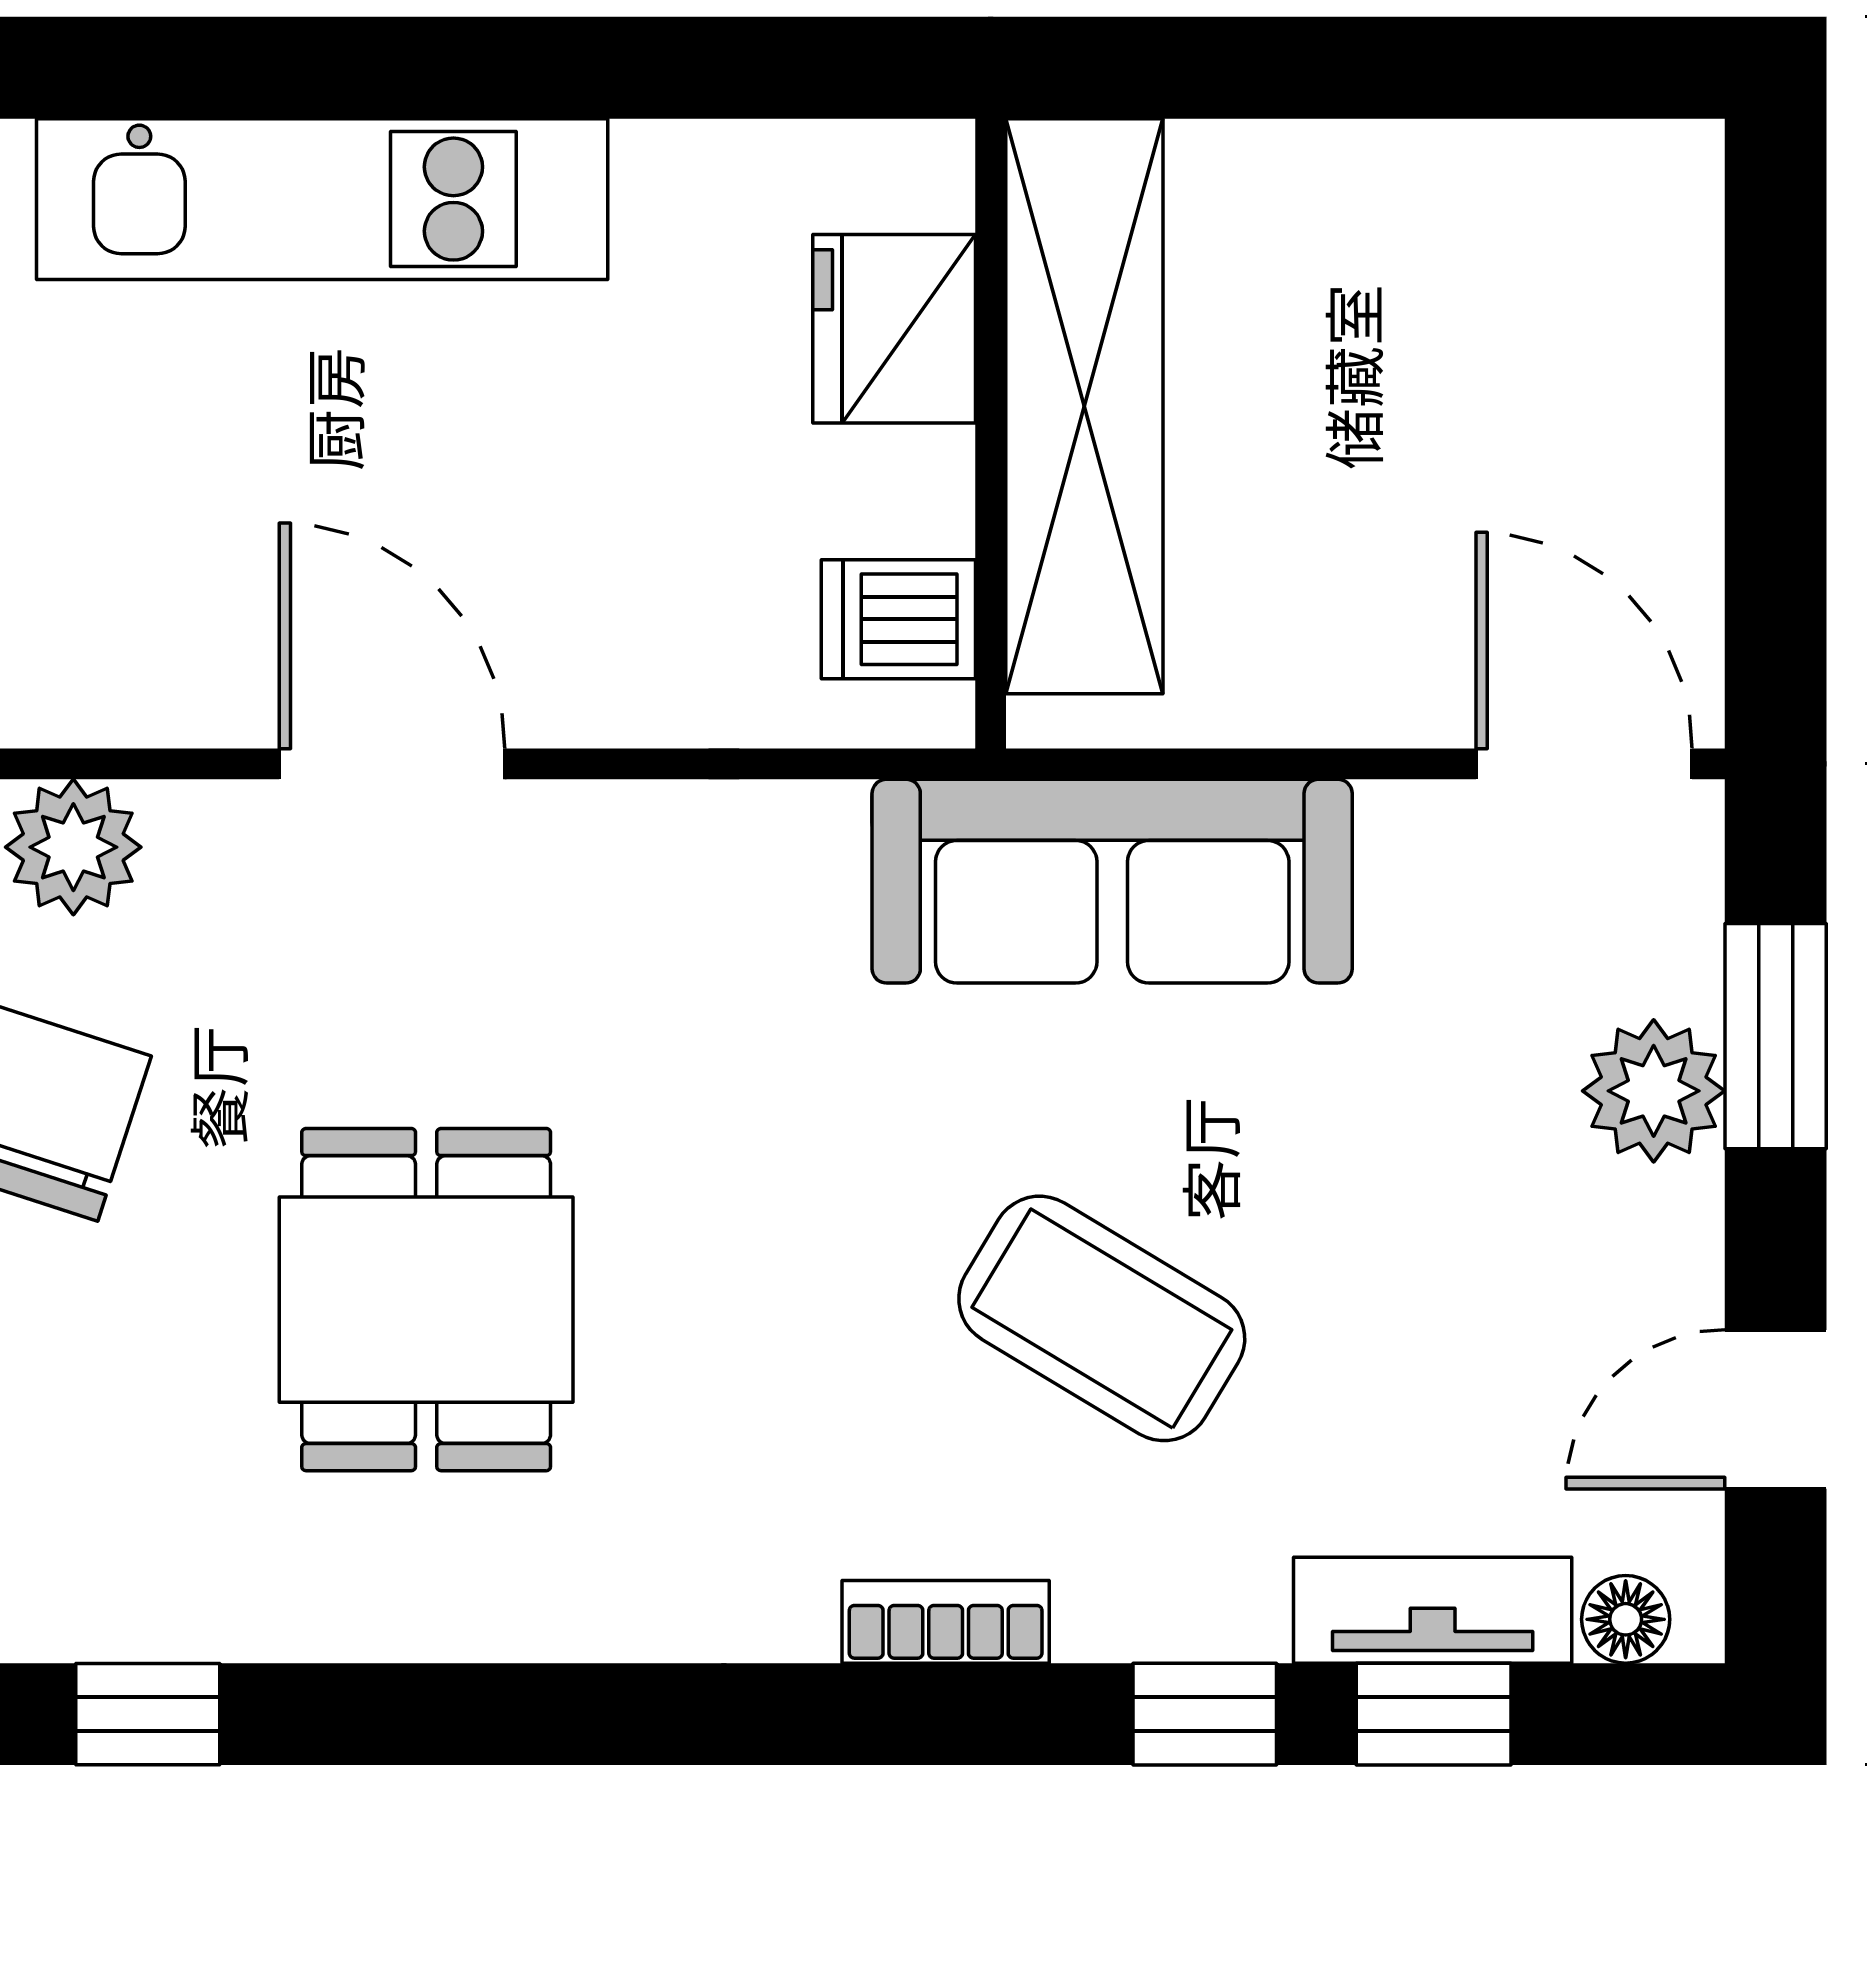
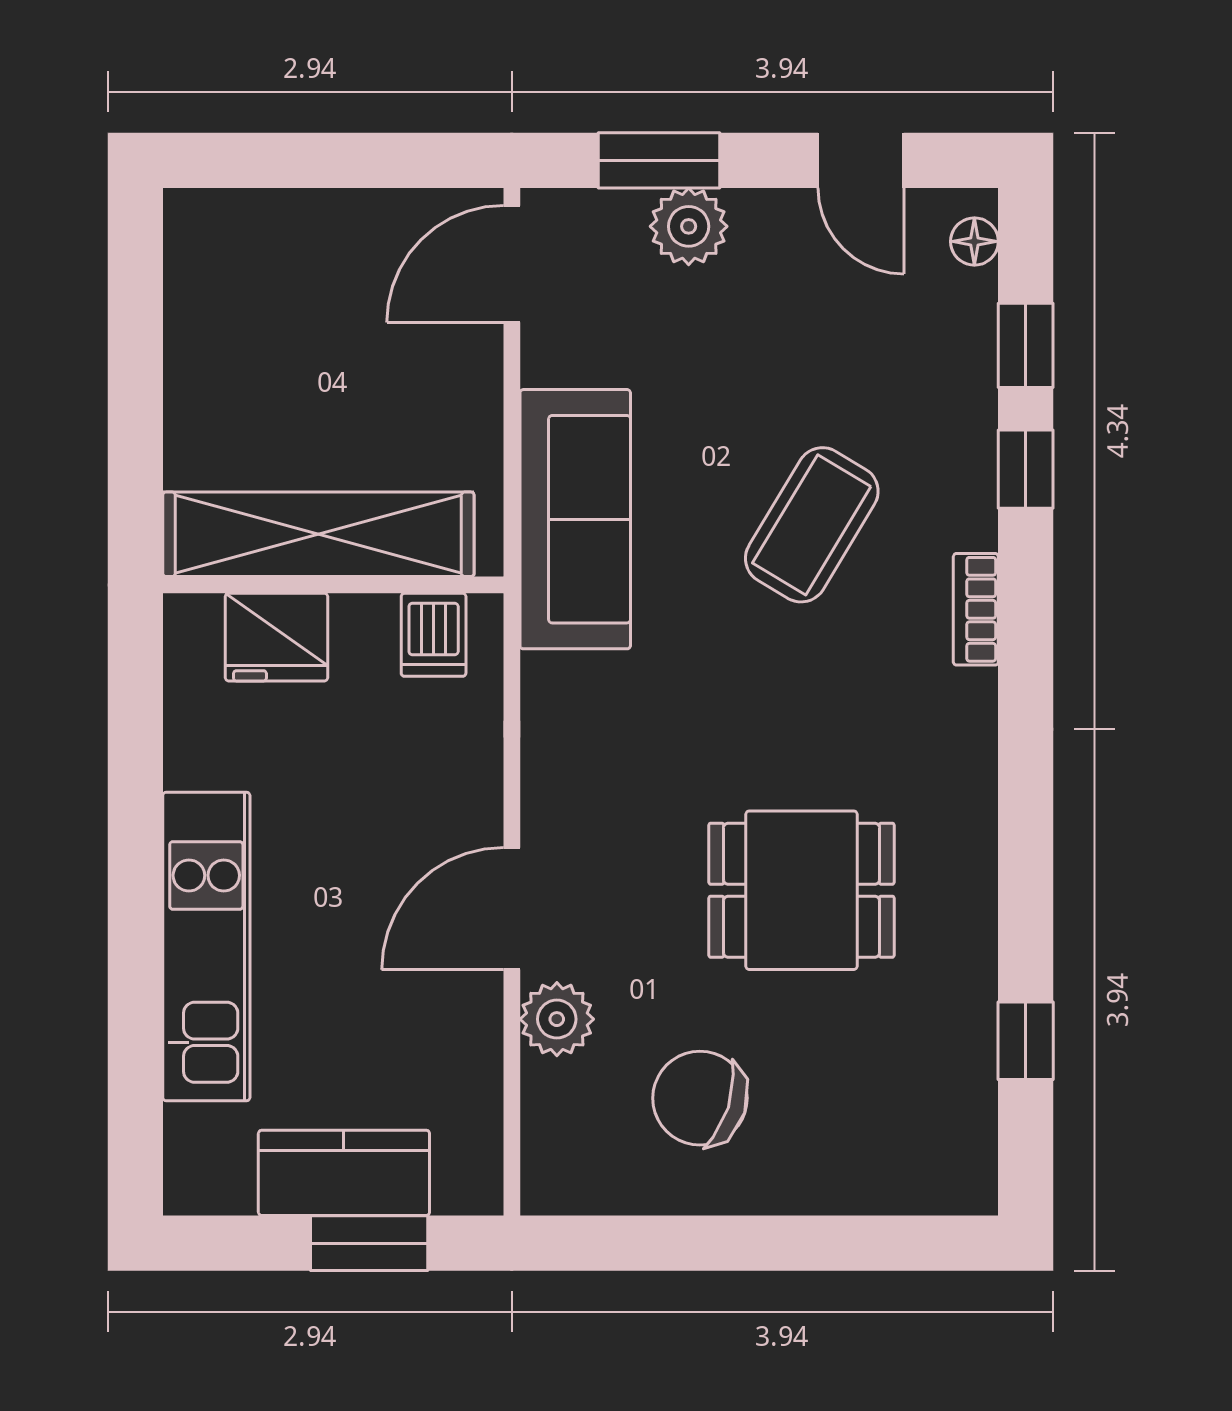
plant: (73, 847) -> (557, 1019), moved
tv unit: (1433, 1610) -> (970, 346), removed

